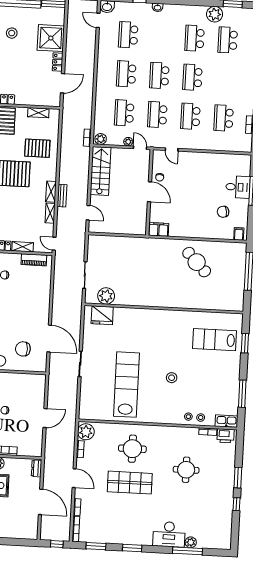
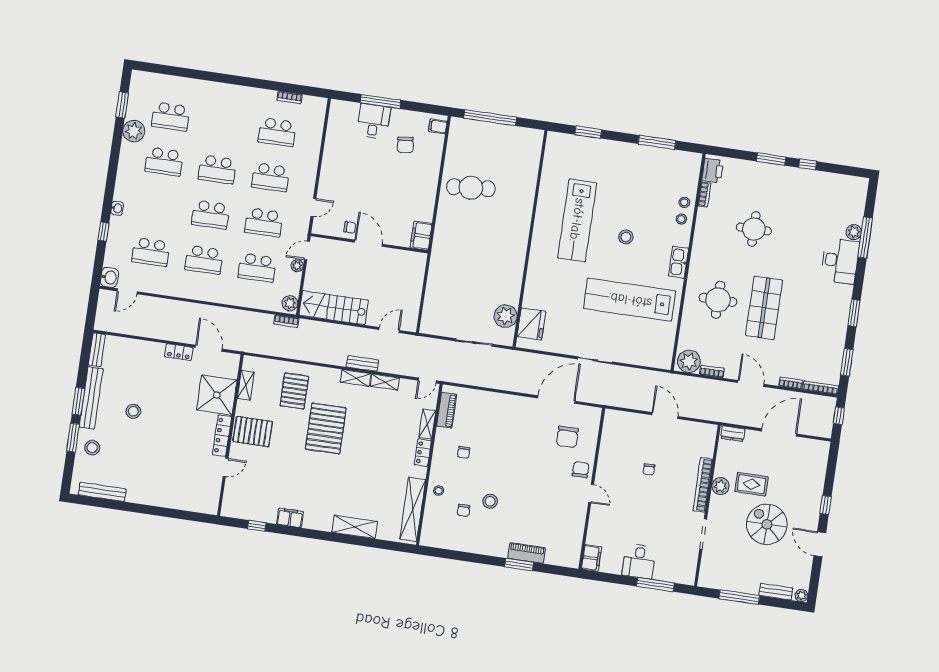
shower: (51, 38) -> (217, 395), moved
door: (149, 192) -> (368, 243), hinge flipped
cafe table: (197, 262) -> (471, 188), turned 39
lab bench: (215, 340) -> (577, 220), moved, width x1.36
kitchen sink: (226, 421) -> (678, 262), moved
door: (74, 478) -> (751, 383), hinge flipped

